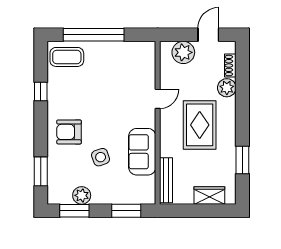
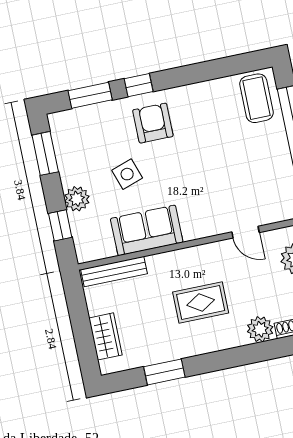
window: (41, 92) -> (139, 85), moved
door: (158, 99) -> (245, 232), moved
rug: (200, 125) -> (201, 303), width x0.73, depth x0.70
plant: (82, 195) -> (77, 199), moved
window: (126, 211) -> (60, 225), width x0.67

